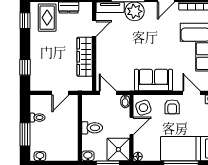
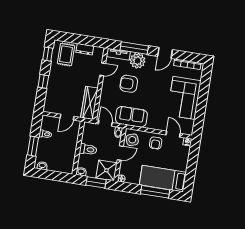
armchair: (128, 41) -> (129, 84), added
wardrobe: (85, 57) -> (89, 103), moved
window: (25, 67) -> (43, 81), moved
sofa: (154, 80) -> (131, 117), moved

